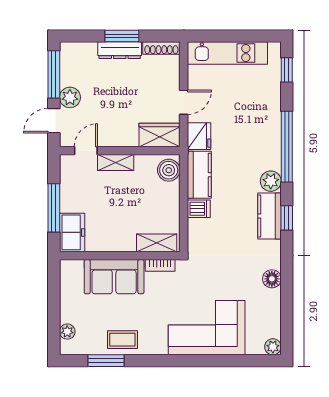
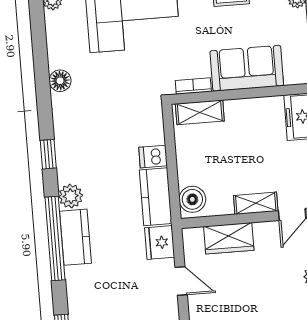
door: (184, 102) -> (181, 281), swing flipped
wardrobe: (159, 135) -> (229, 238), moved
kitchen counter: (270, 216) -> (75, 237), moved

